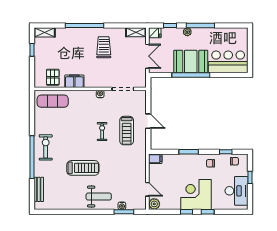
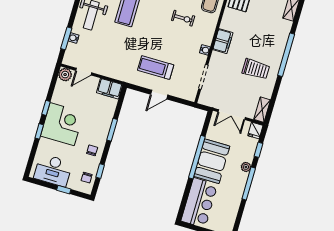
filing cabinet: (74, 81) -> (223, 41), moved
exercise bike: (102, 131) -> (183, 18), moved
filing cabinet: (155, 159) -> (110, 89), width x2.00

